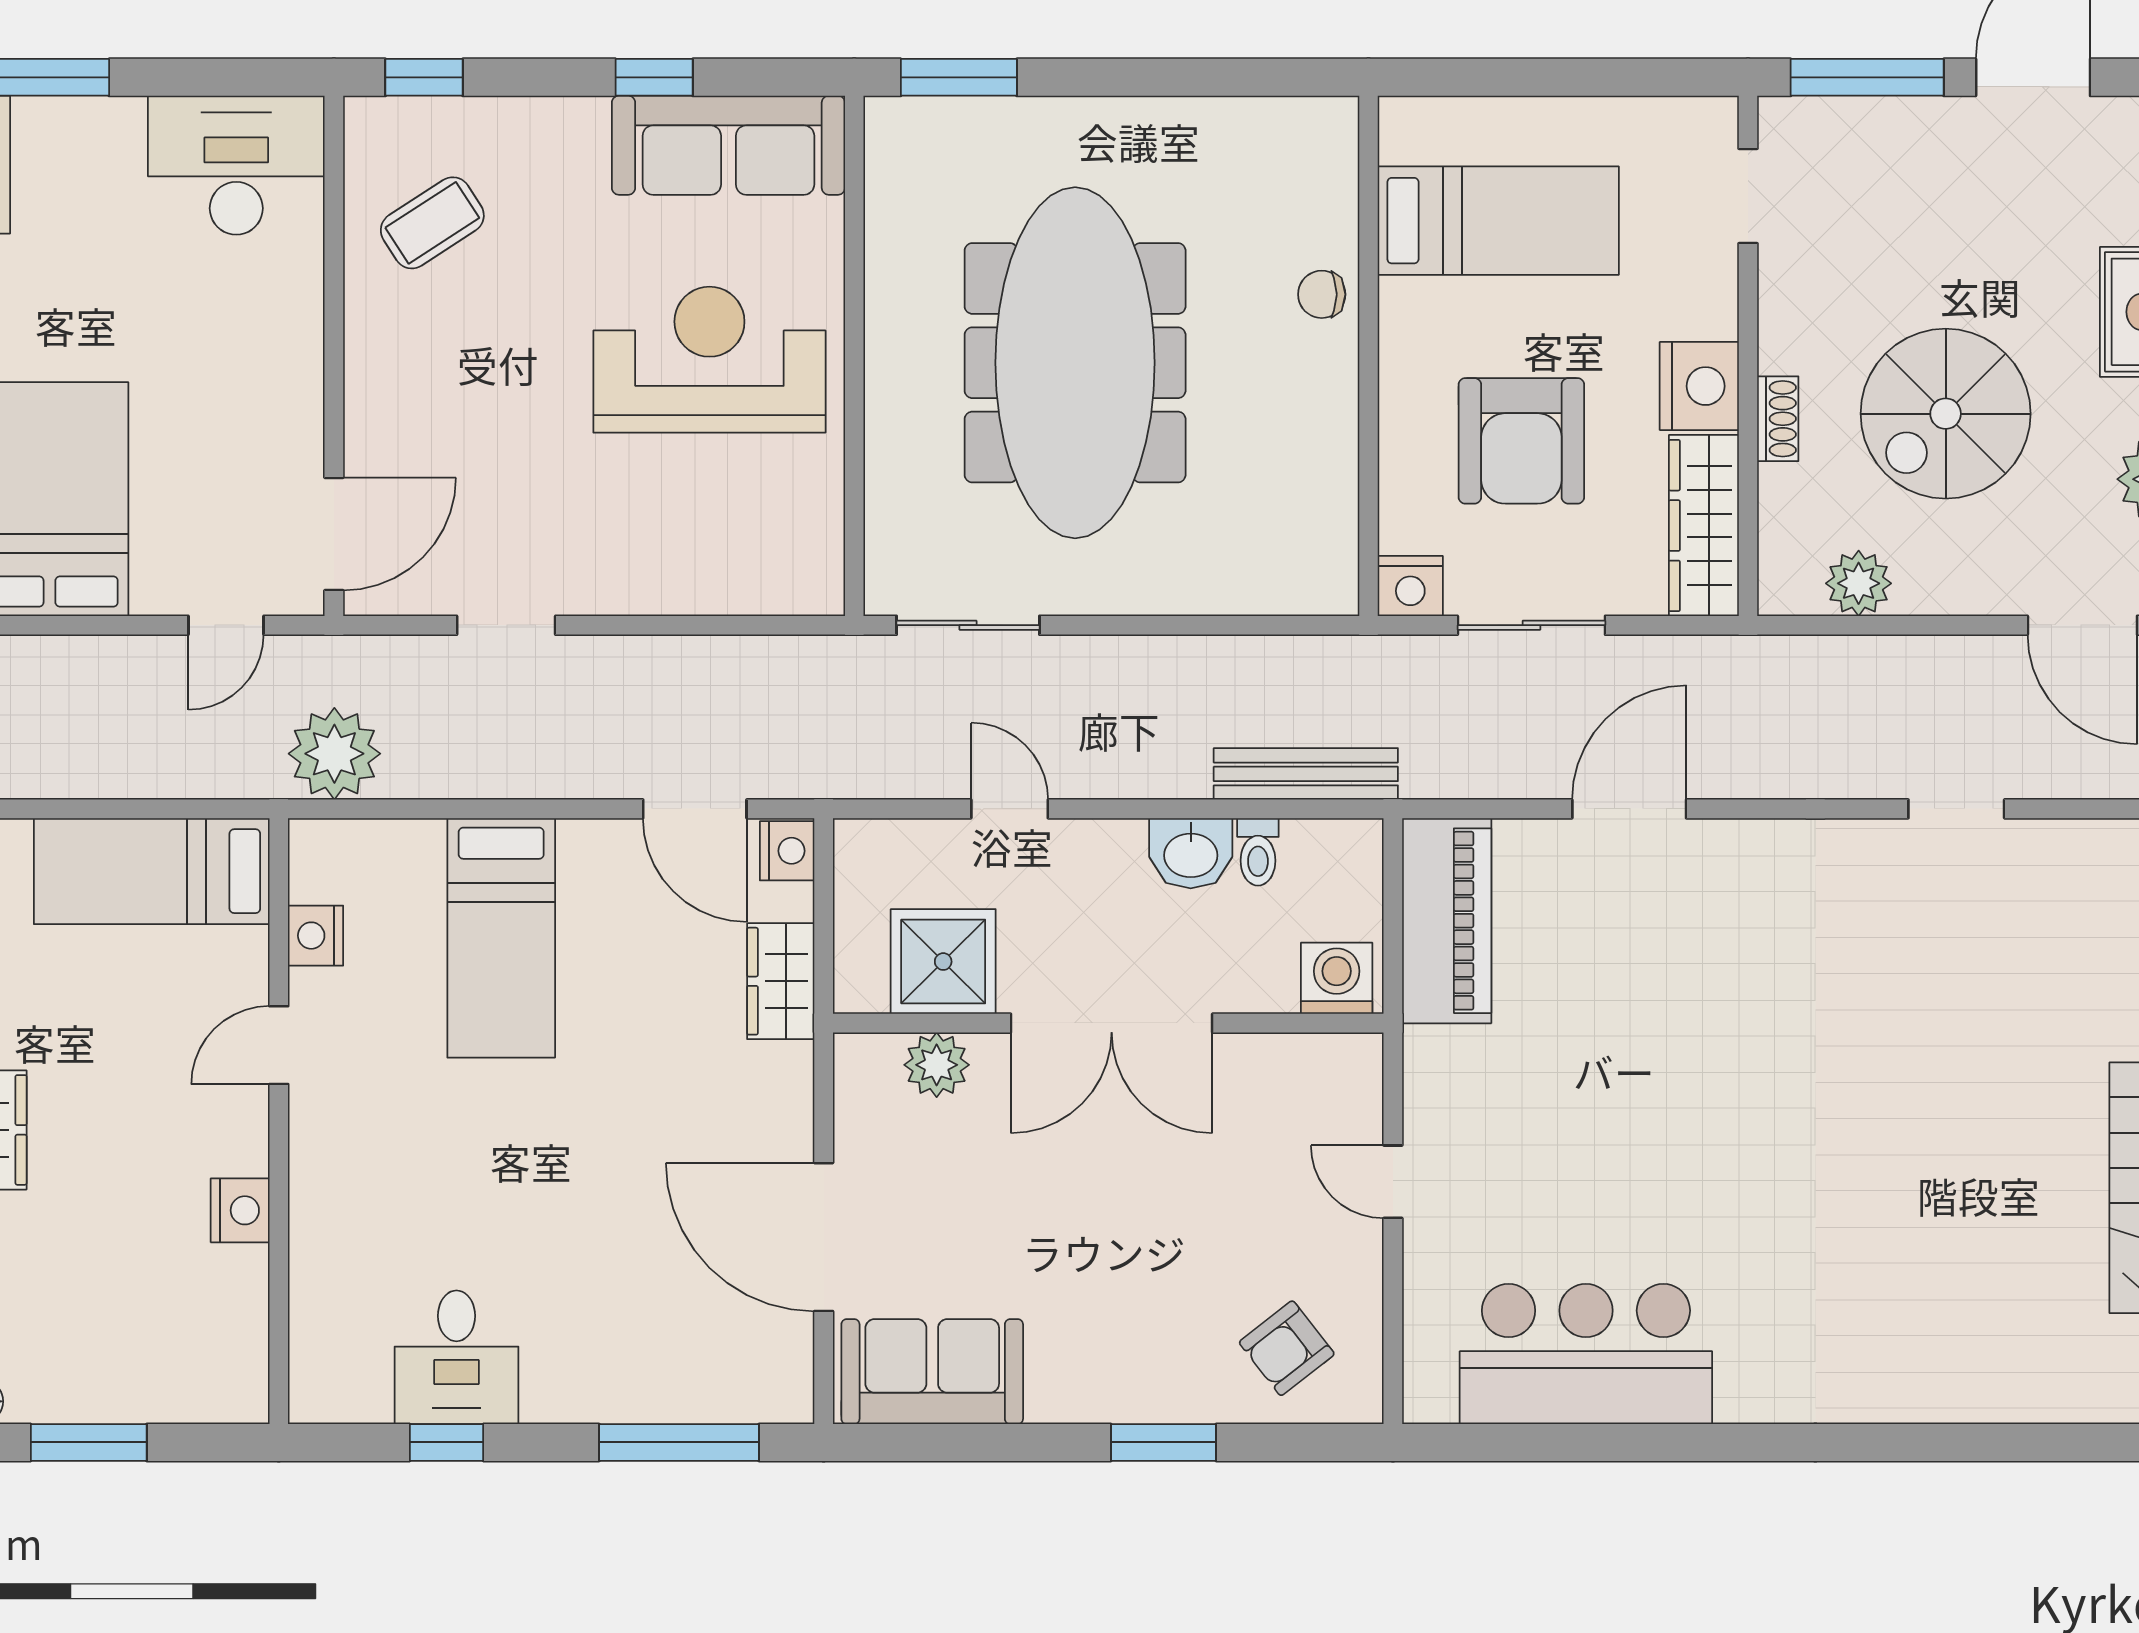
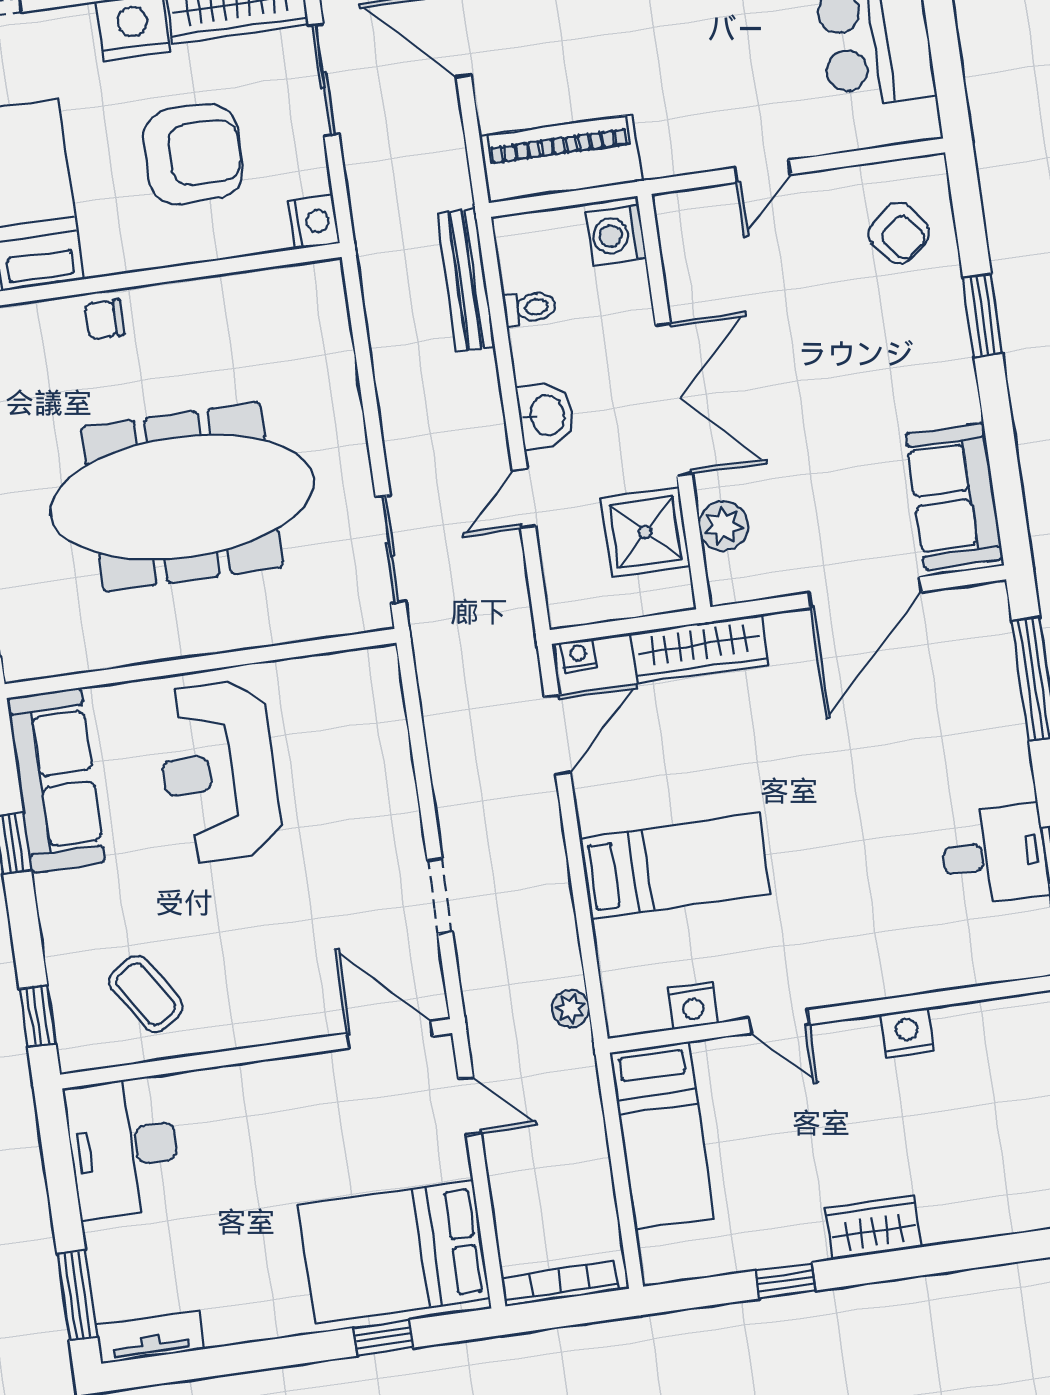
chair: (1322, 294) -> (104, 319), turned 90
sliding door: (1531, 625) -> (324, 80), moved
plant: (334, 754) -> (571, 1009), width x0.53, depth x0.53
nightstand: (787, 851) -> (578, 656), width x0.72, depth x0.74
washbasin: (1191, 853) -> (546, 415), moved
wardrobe: (781, 981) -> (699, 649), width x1.50

